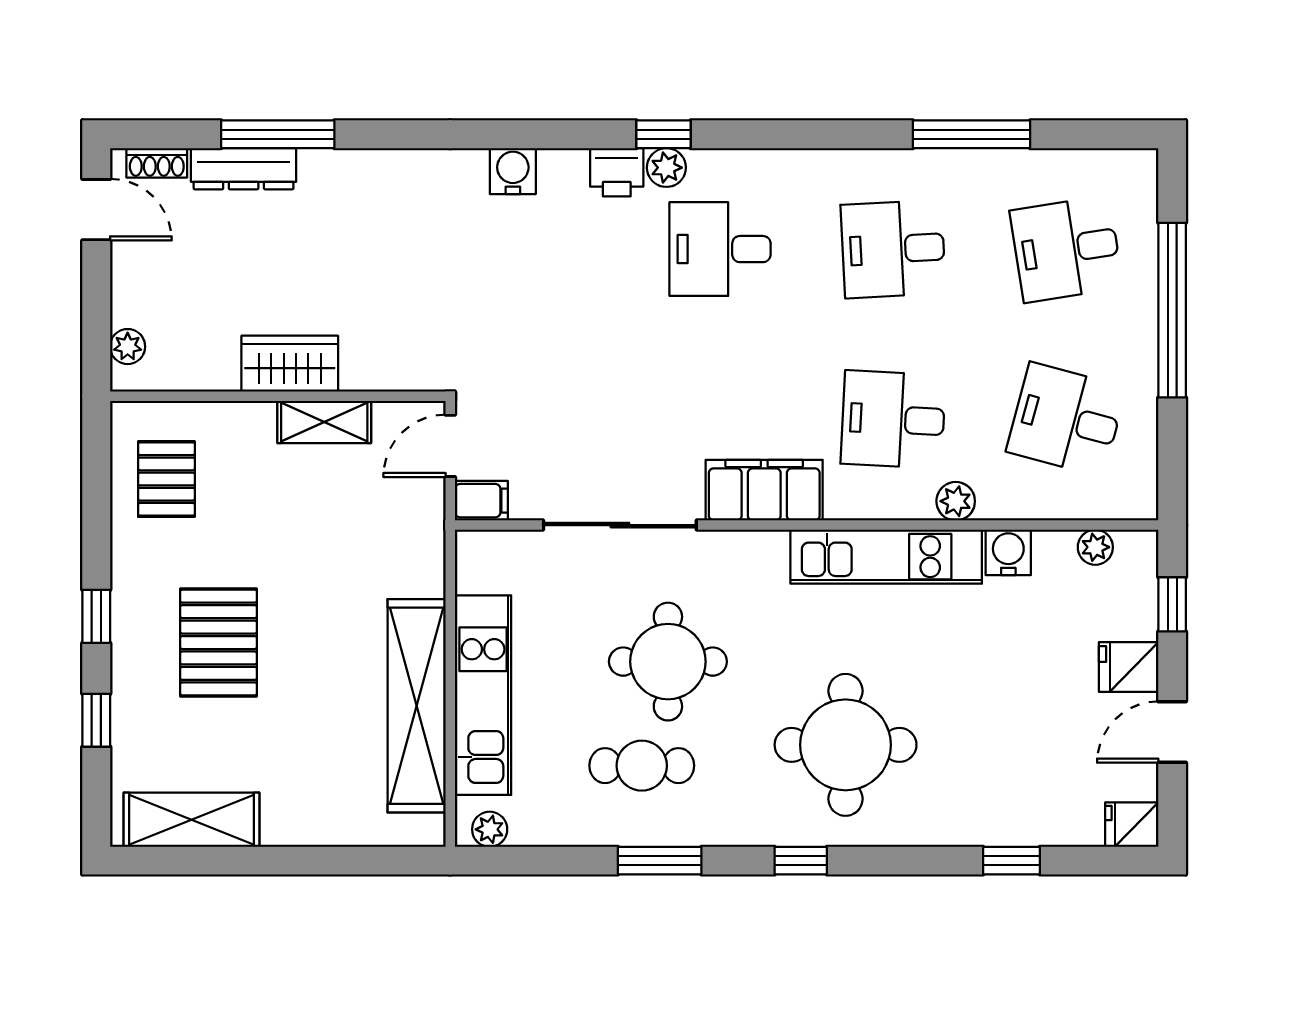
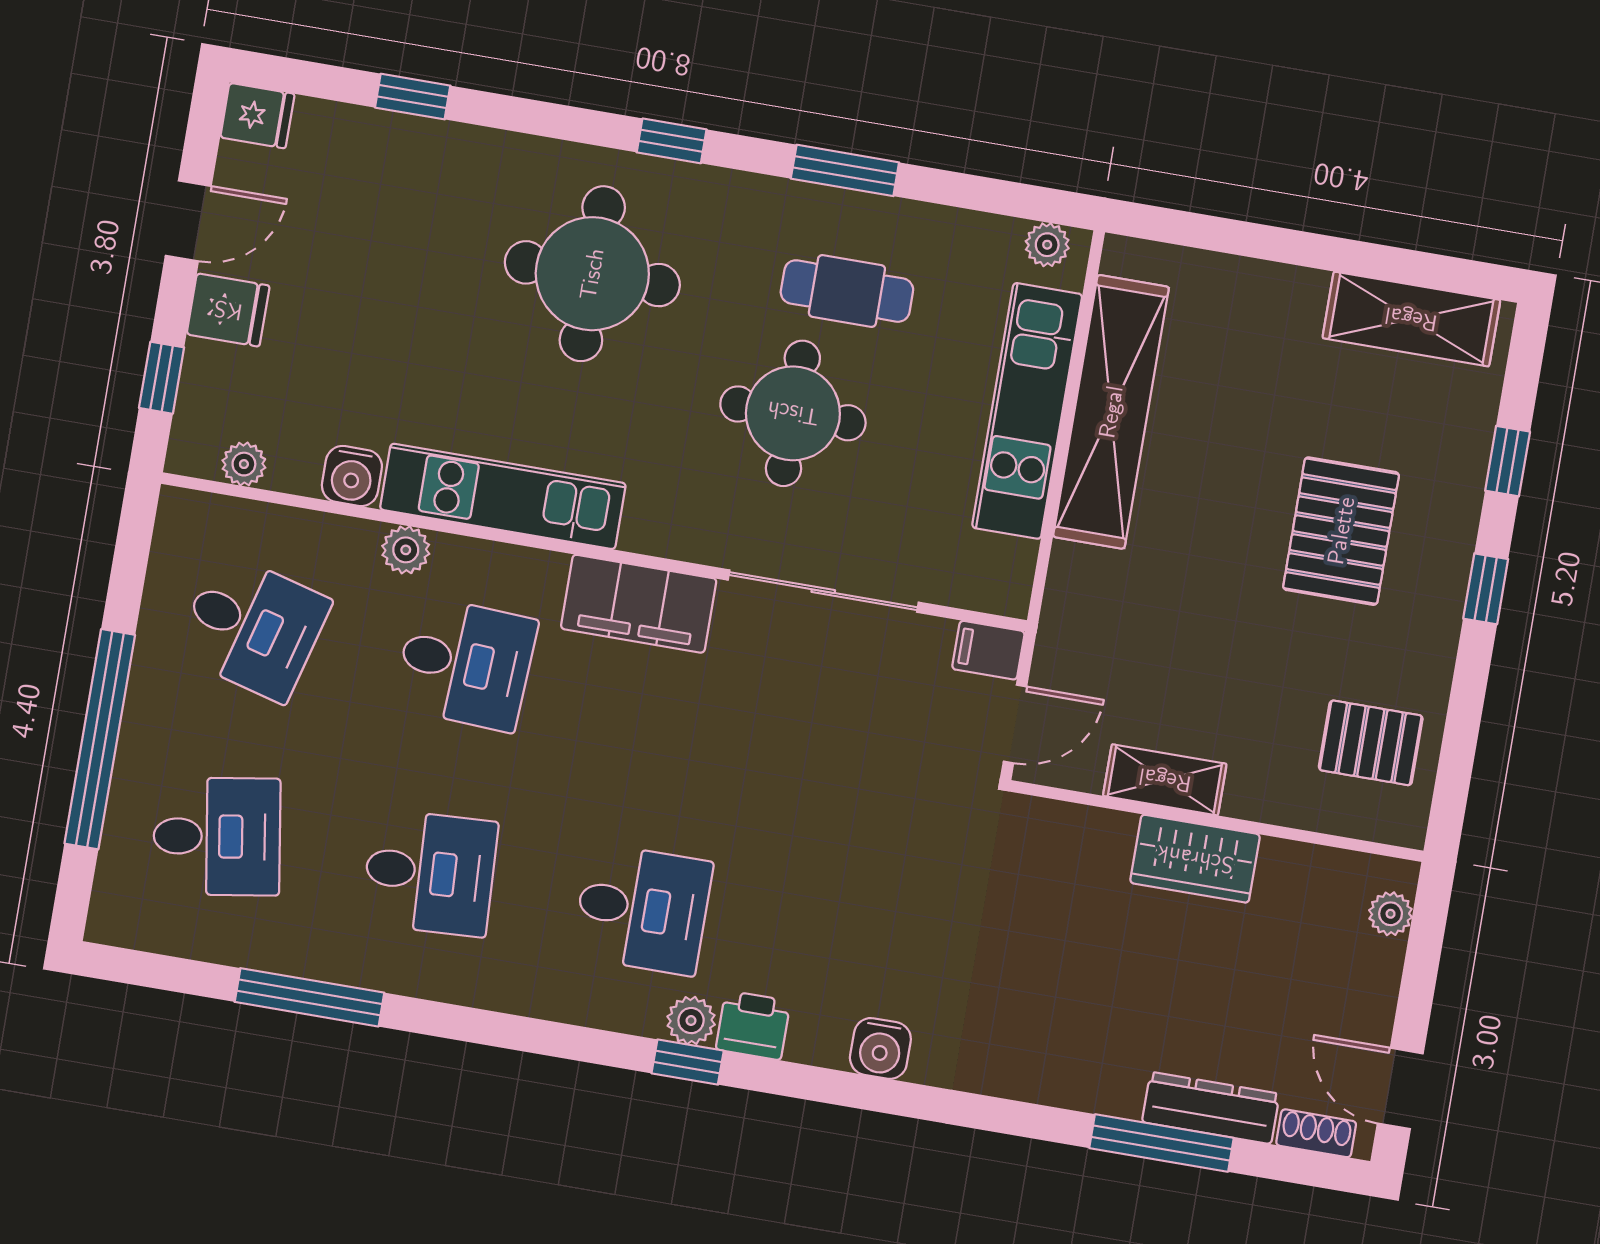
pallet: (166, 479) -> (1371, 743), turned 90

